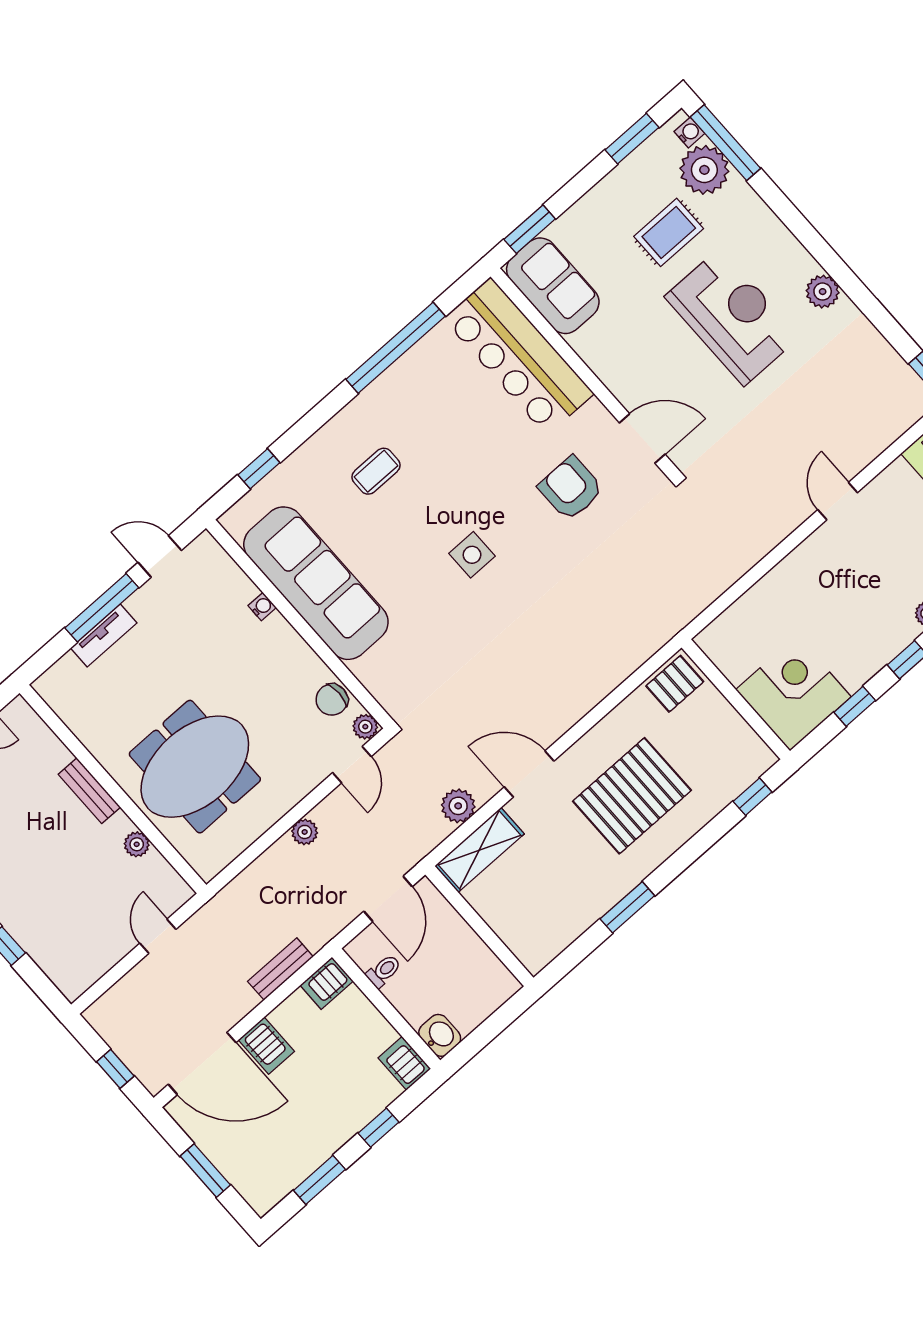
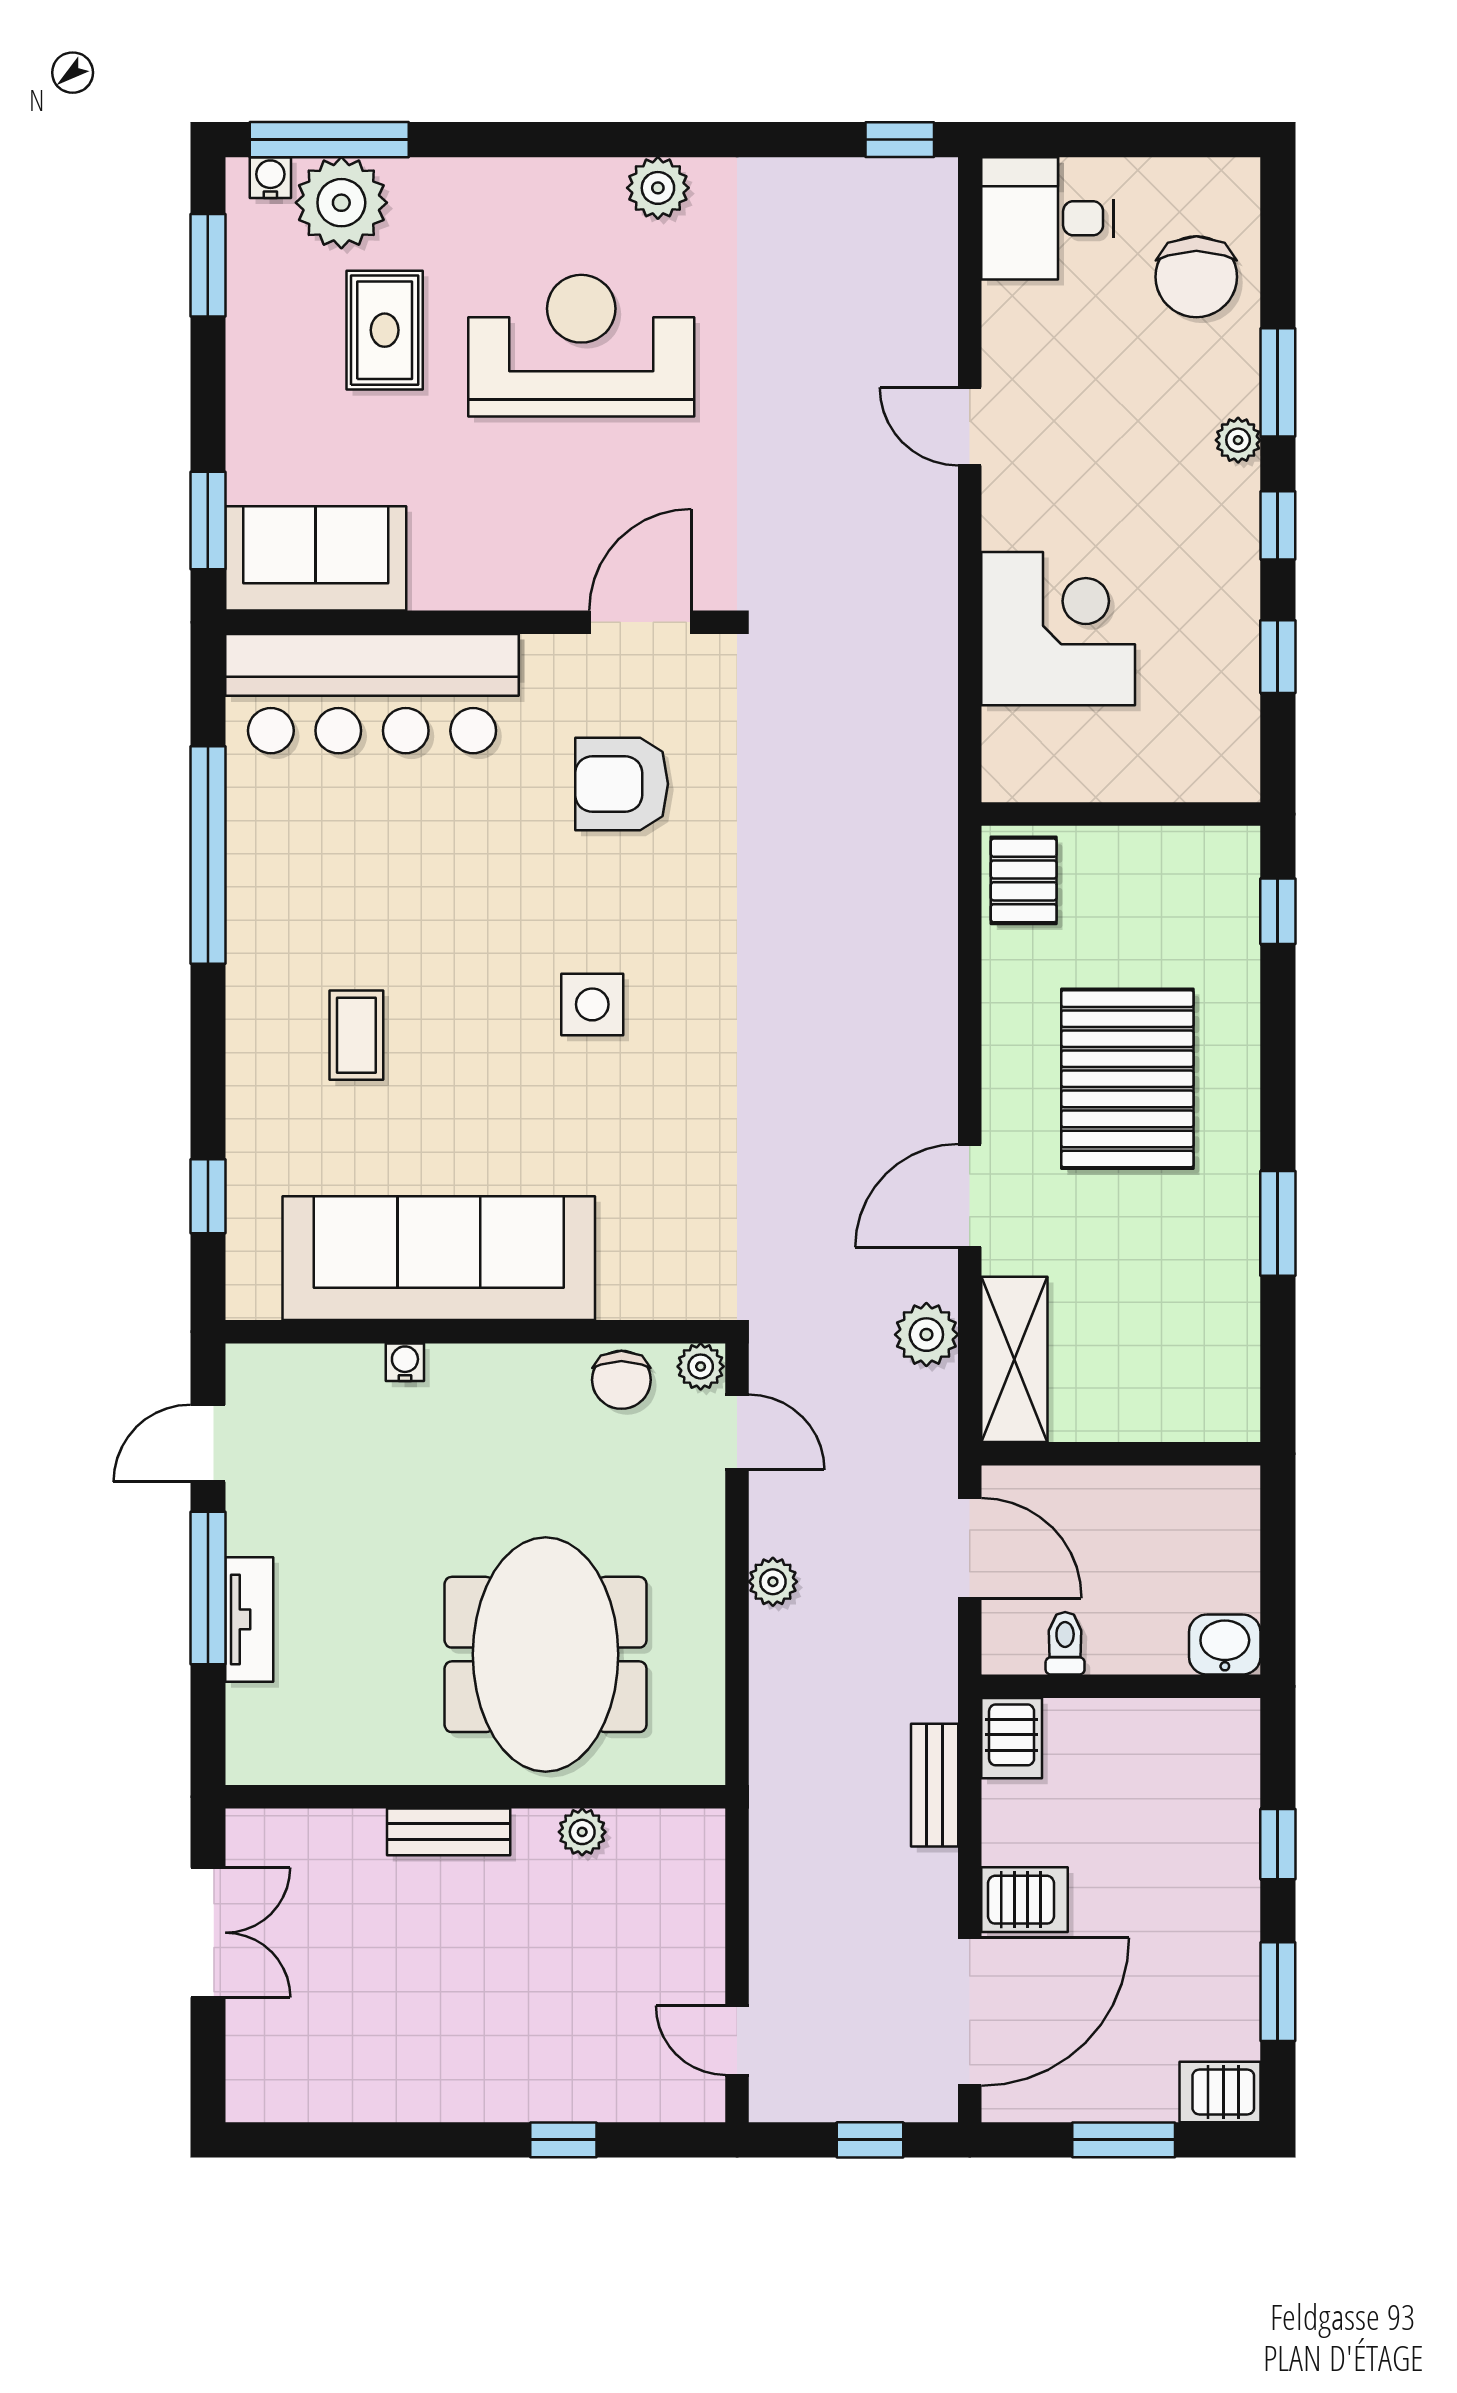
corner desk: (793, 693) -> (1058, 629), moved, turned 90
door: (158, 936) -> (737, 2040), moved
server rack: (404, 1063) -> (1220, 2092), moved

